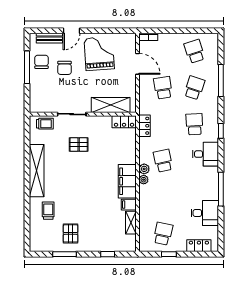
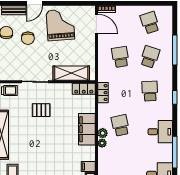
door: (137, 64) -> (96, 24), moved
desk: (206, 154) -> (160, 132), moved
filing cabinet: (127, 181) -> (87, 129), moved

